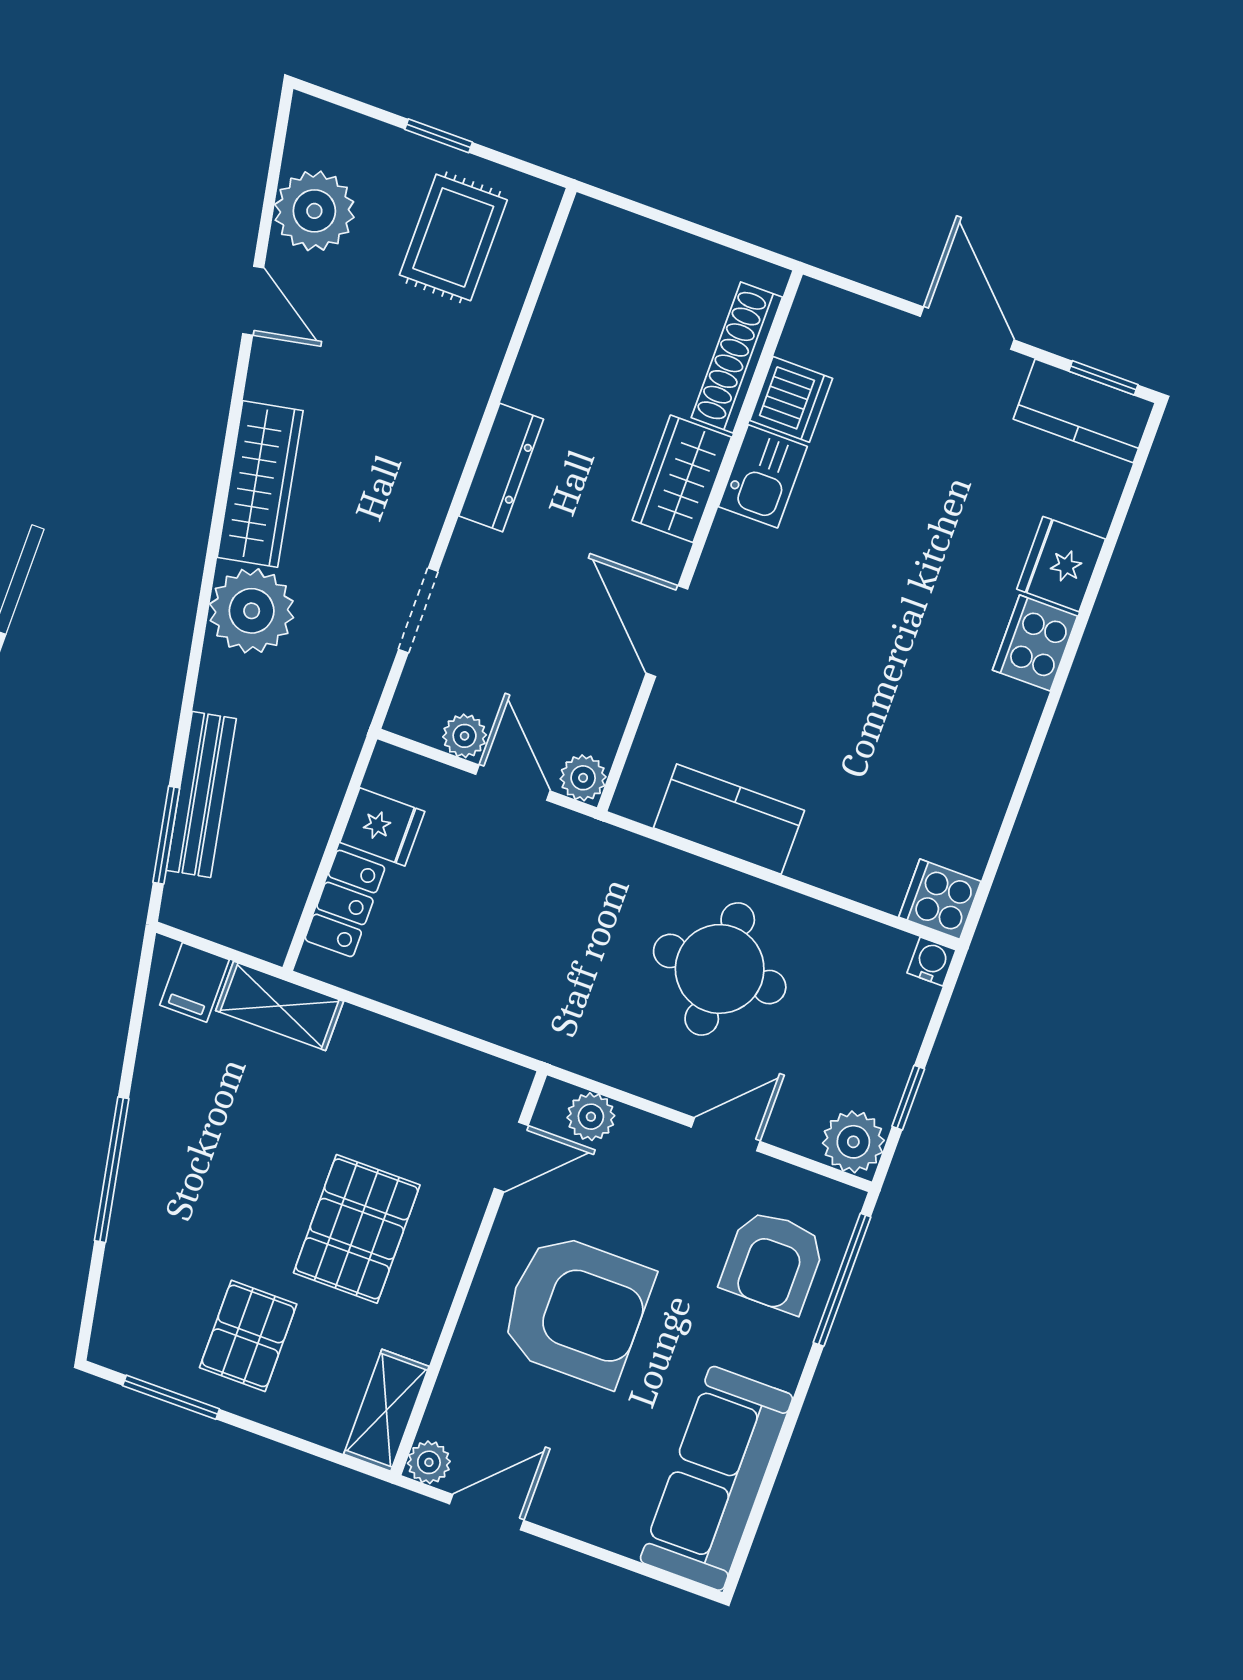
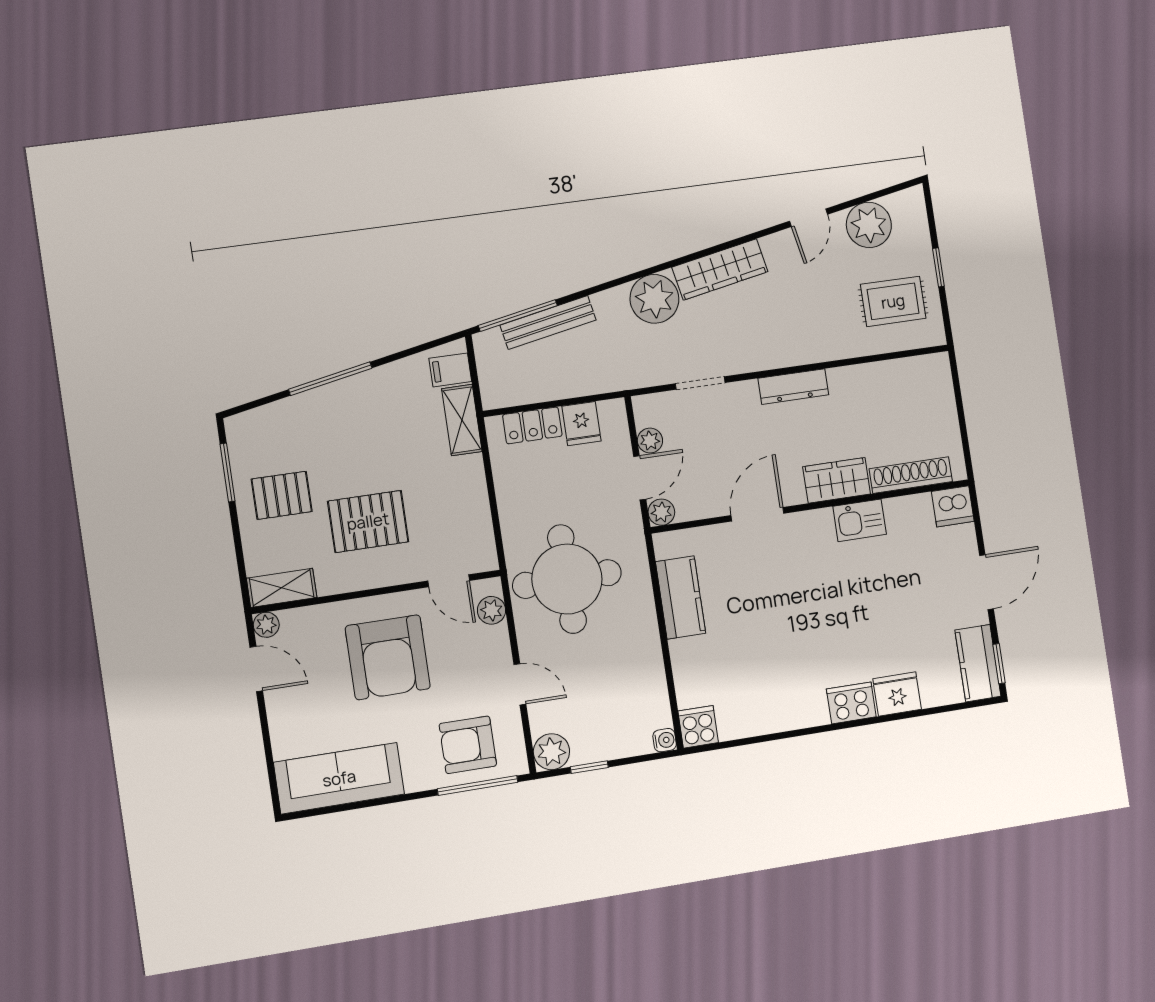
dishwasher: (791, 399) -> (953, 506), moved
window: (166, 835) -> (518, 316), width x1.44
round table: (720, 969) -> (567, 579), moved, width x1.36, depth x1.36

